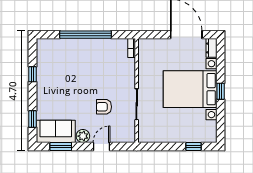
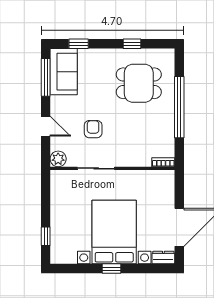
dining table: (66, 69) -> (139, 83), added
plant: (83, 136) -> (58, 159), moved
window: (61, 146) -> (46, 77), width x1.44

